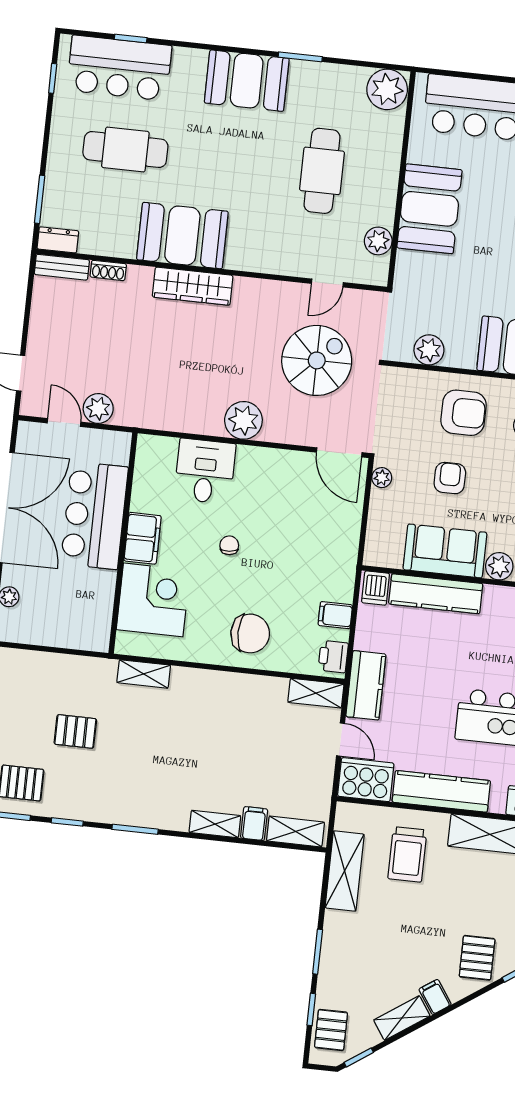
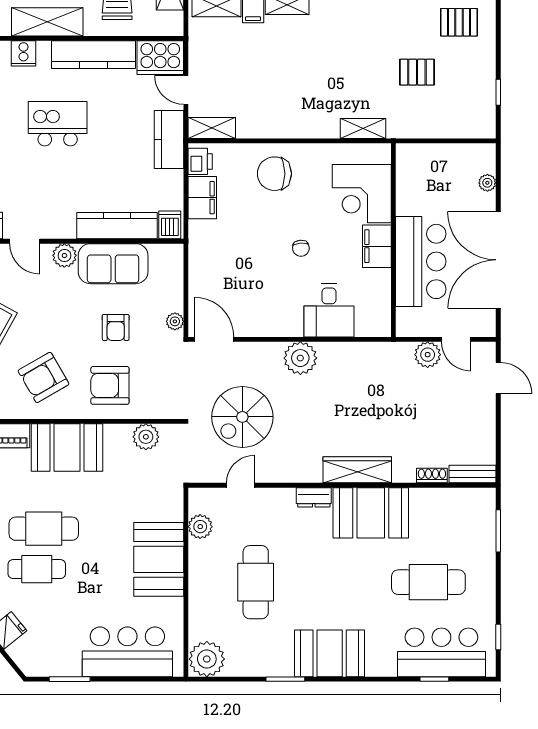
dresser: (58, 240) -> (314, 497), moved
filing cabinet: (335, 615) -> (202, 198), width x2.00

